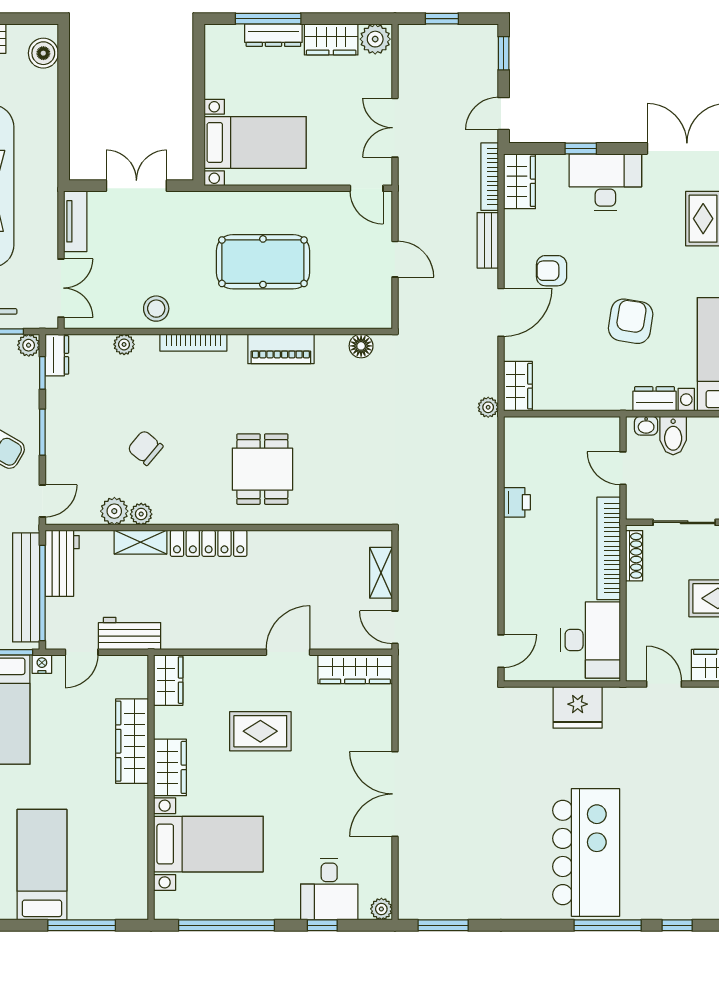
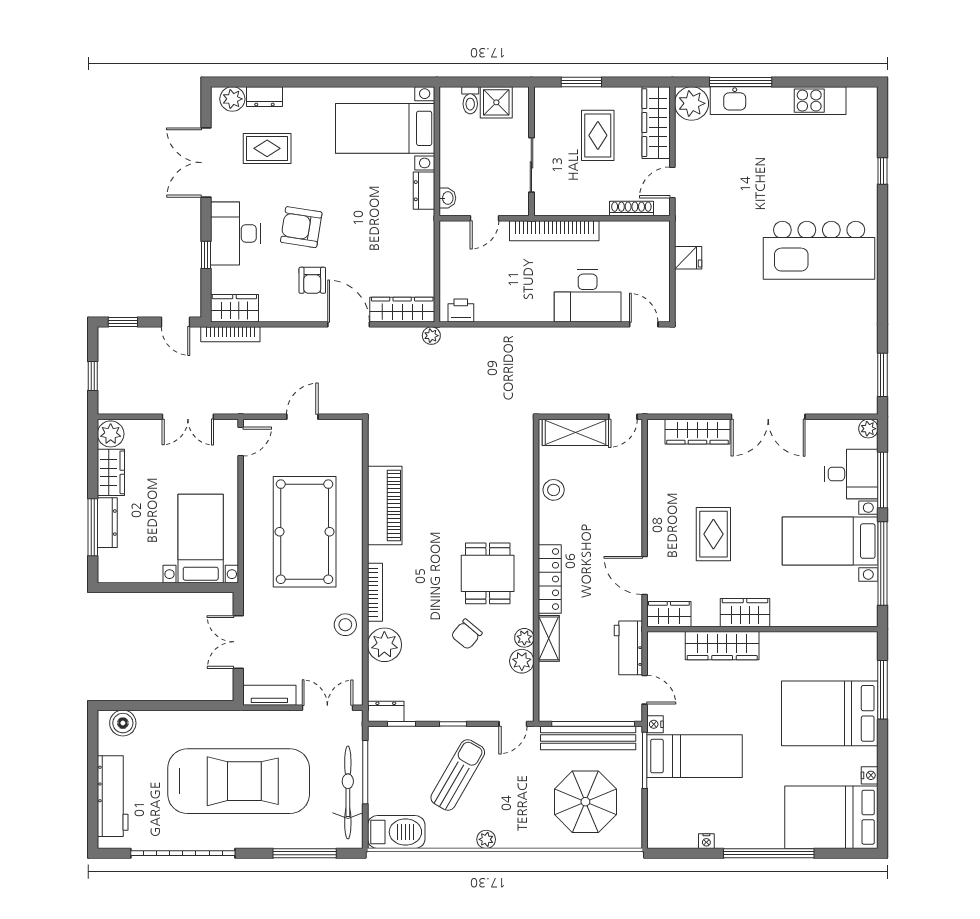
bench: (488, 240) -> (286, 336), removed
pool table: (263, 262) -> (305, 532), width x1.36, depth x1.32
armchair: (631, 321) -> (301, 227), moved
plant: (124, 344) -> (384, 645), width x1.88, depth x1.88
plant: (29, 345) -> (377, 736), removed
floor lamp: (361, 346) -> (378, 446), removed
piano: (281, 349) -> (385, 506), width x1.37, depth x1.33
wardrobe: (518, 386) -> (402, 310), width x1.50
window: (42, 432) -> (453, 724), width x0.67
bidet: (673, 436) -> (456, 174), removed
dining table: (262, 469) -> (488, 573), moved, turned 90
door: (42, 501) -> (513, 724), swing flipped
printer: (517, 502) -> (461, 310), moved
stool: (311, 548) -> (554, 490), added
shoe rack: (634, 556) -> (631, 208), moved
workbench: (62, 563) -> (567, 707), removed
shelving: (381, 573) -> (575, 432), width x1.50, depth x1.33
desk: (590, 640) -> (588, 296), moved, turned 180
door: (288, 652) -> (645, 576), moved
wardrobe: (355, 669) -> (697, 432), moved, turned 90
fridge: (578, 707) -> (688, 258), width x0.53, depth x0.75
bed with nightstands: (208, 844) -> (830, 541), moved, turned -90
kitchen island: (586, 852) -> (819, 250), turned 180
bed: (42, 865) -> (830, 713), width x1.50
window: (322, 925) -> (882, 480), width x2.17
window: (608, 925) -> (882, 231), removed

